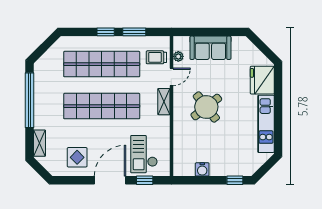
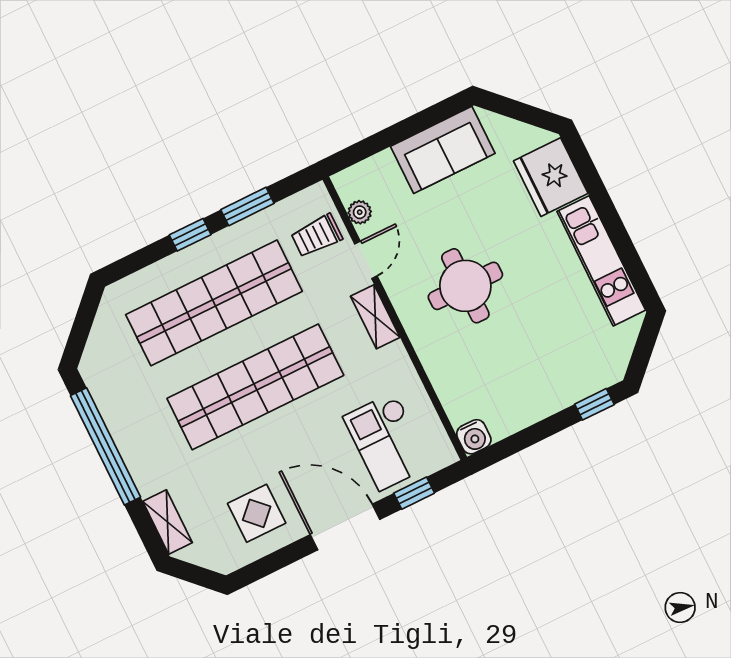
sofa: (210, 48) -> (443, 150), moved
round table: (206, 107) -> (465, 286), turned 38
water cooler: (202, 169) -> (474, 437), moved
door: (110, 180) -> (345, 527), hinge flipped

